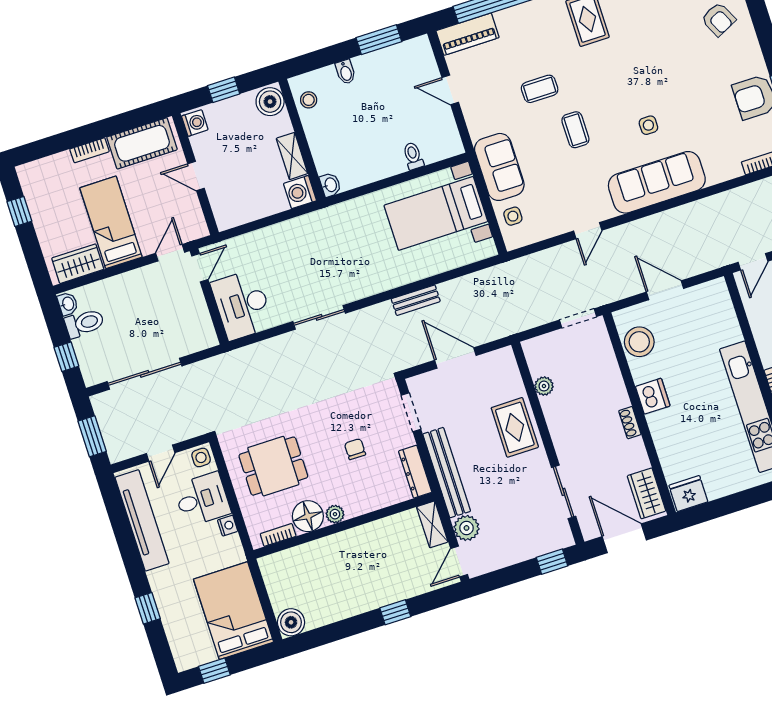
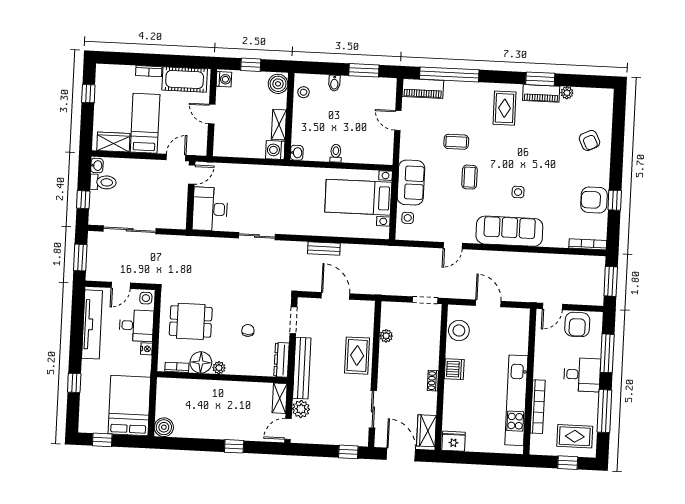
toilet: (413, 156) -> (336, 153), moved

